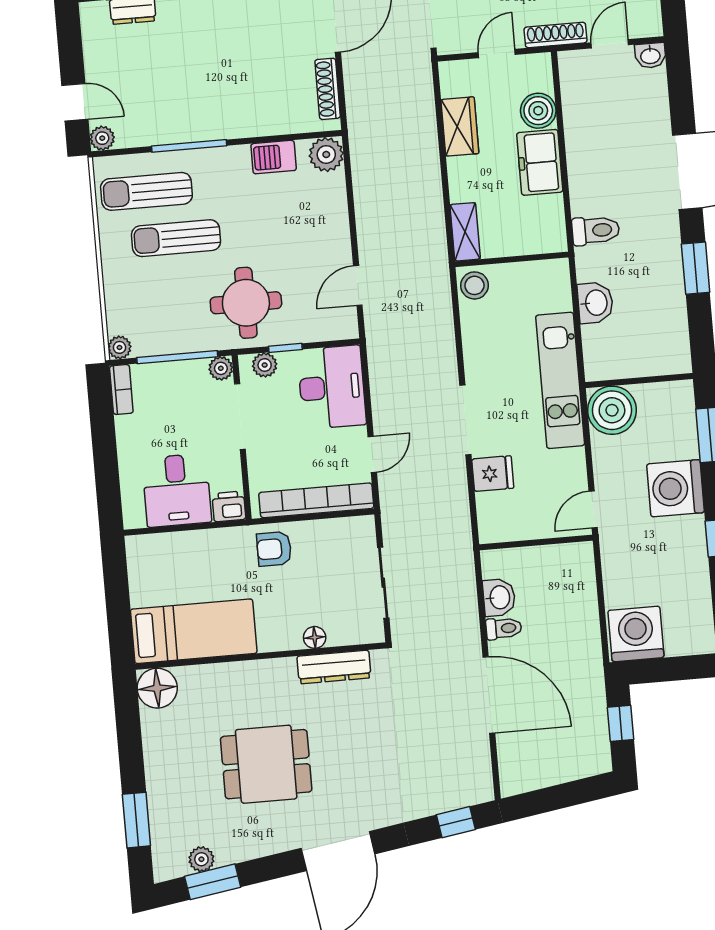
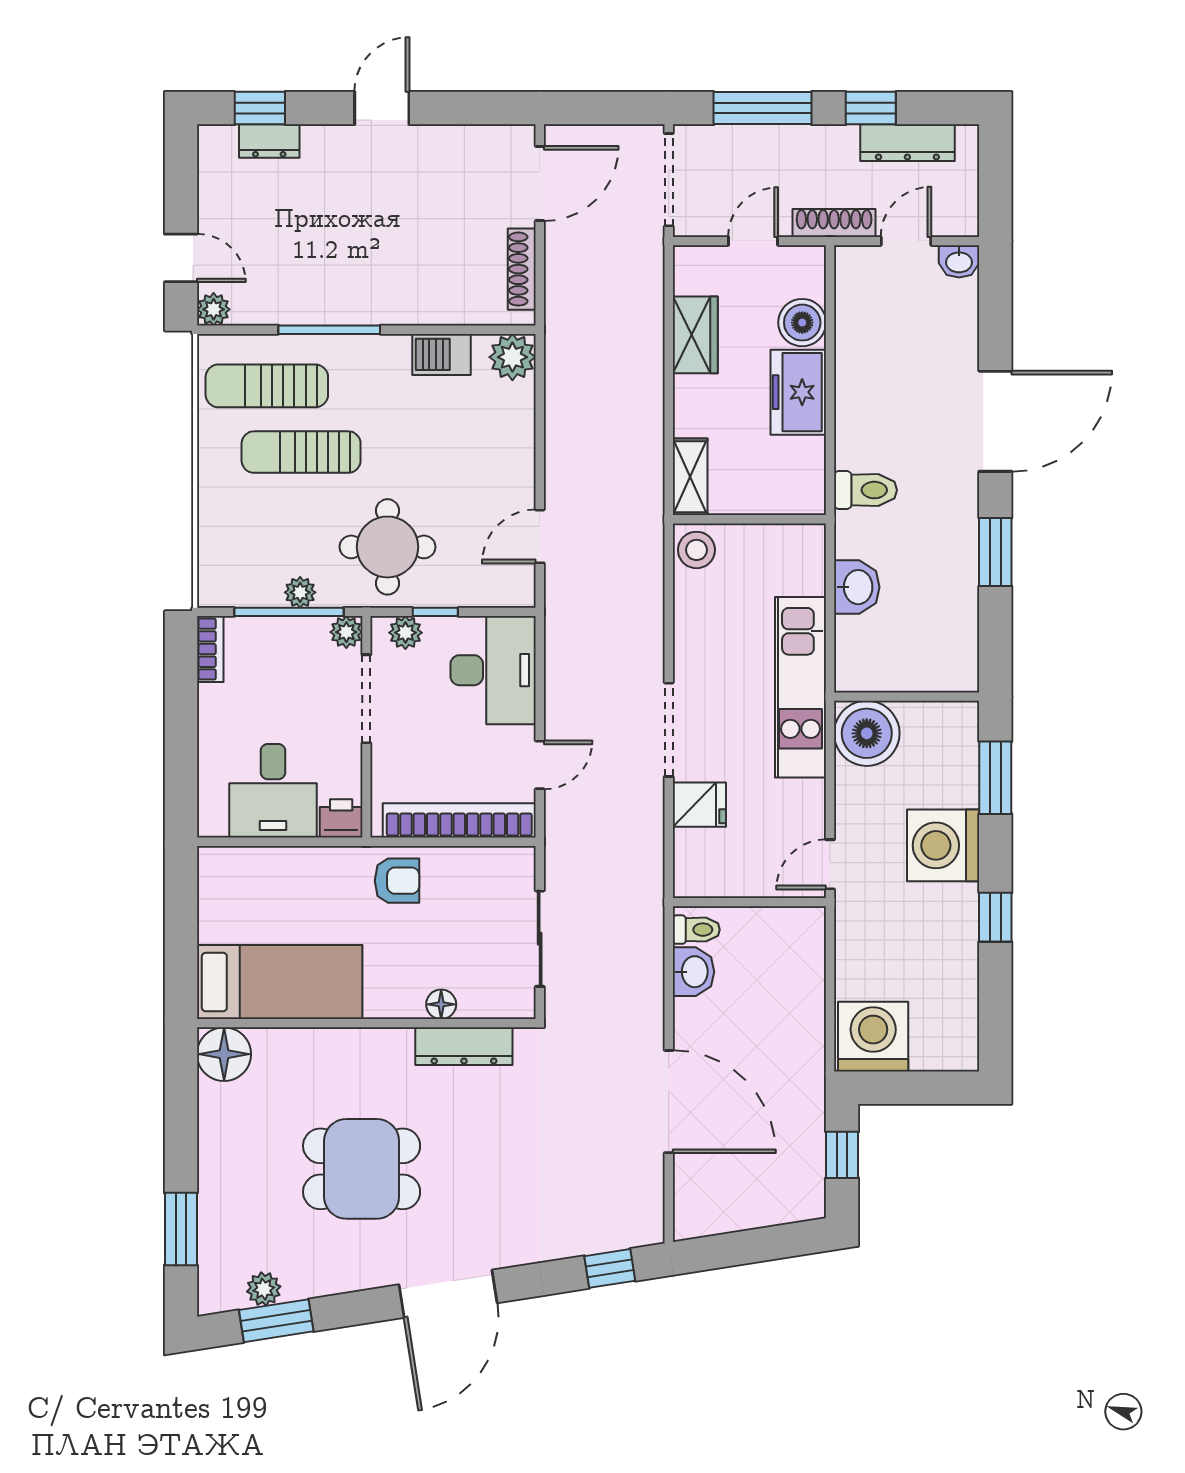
plant: (120, 347) -> (300, 592), moved
armchair: (274, 549) -> (397, 881), turned 180
toilet: (504, 628) -> (696, 930), moved

